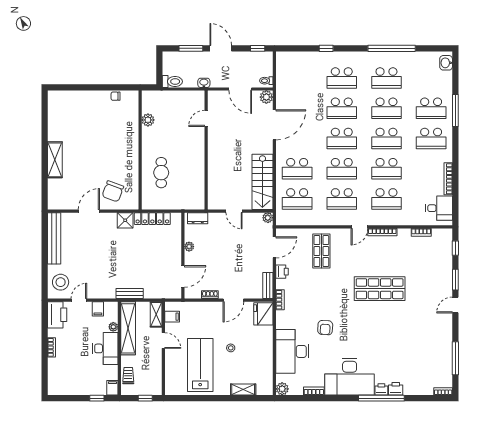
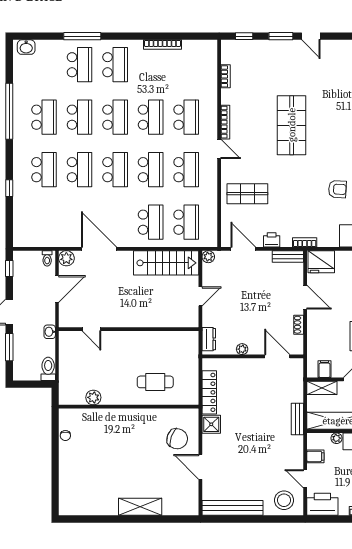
desk: (439, 208) -> (197, 55), removed

